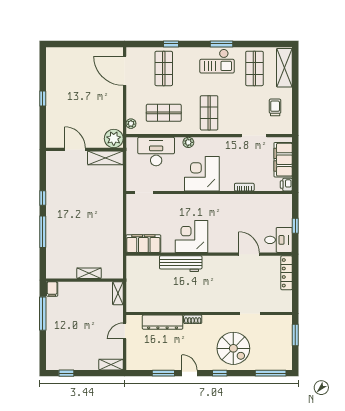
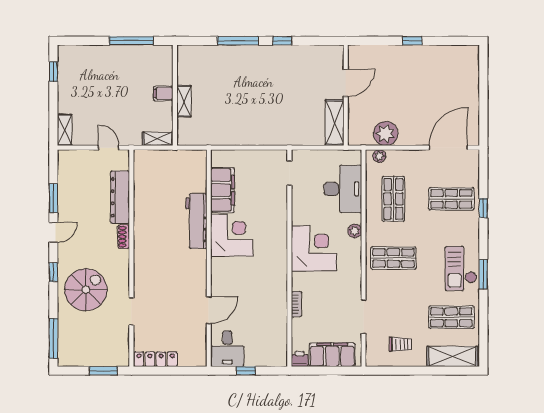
plant: (114, 139) -> (386, 134), moved
filing cabinet: (143, 244) -> (222, 190), moved
locker: (287, 273) -> (156, 359), moved
filing cabinet: (52, 289) -> (163, 93), moved
spiral stairs: (233, 348) -> (86, 290), turned 180

